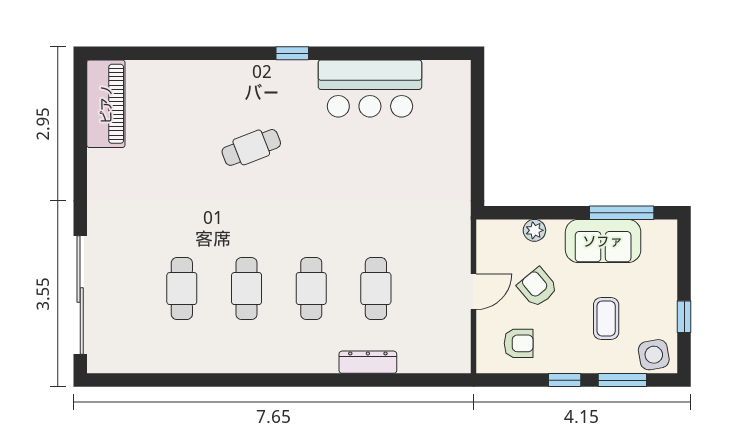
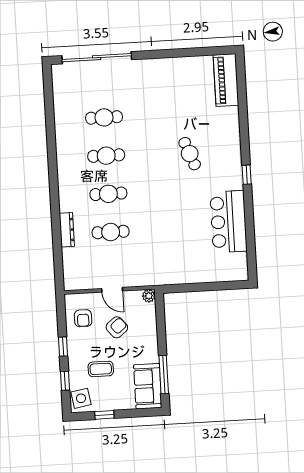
piano: (106, 104) -> (226, 80), moved, turned 90
plant: (534, 230) -> (149, 296), moved
sofa: (603, 241) -> (148, 386), moved
window: (622, 380) -> (65, 381), width x0.67

